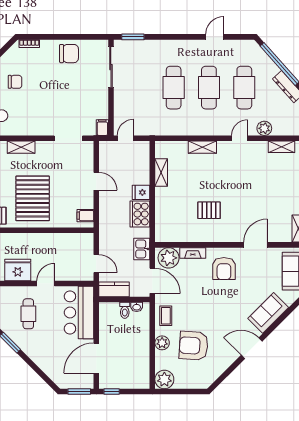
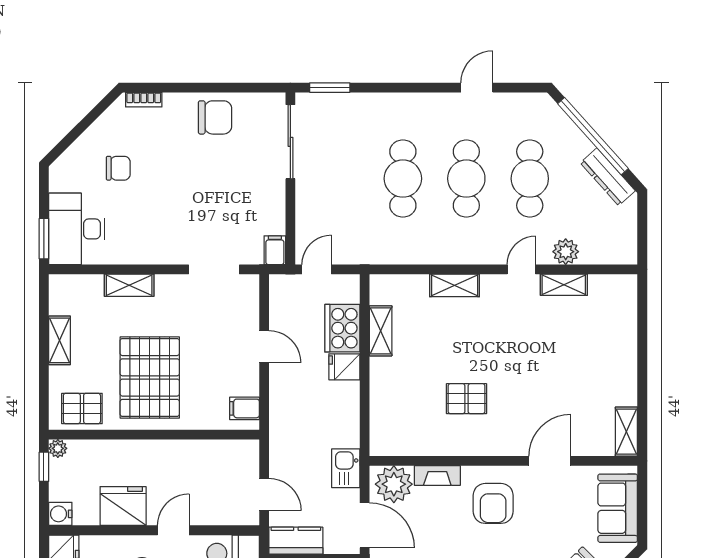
shelving: (281, 147) -> (564, 285), moved
cooker: (140, 214) -> (342, 328), moved

